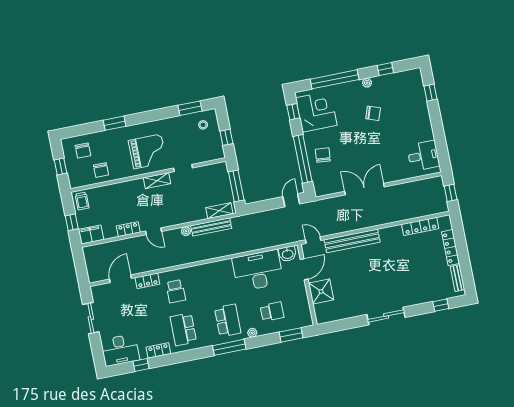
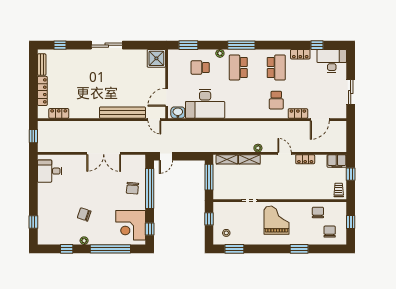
grand piano: (147, 151) -> (276, 220), turned 90
shelving: (157, 181) -> (249, 159), moved
locker: (420, 226) -> (59, 113), width x0.66
bench: (211, 227) -> (236, 147), removed
school desk: (176, 291) -> (276, 100), turned 180
shower: (321, 291) -> (156, 58), moved

